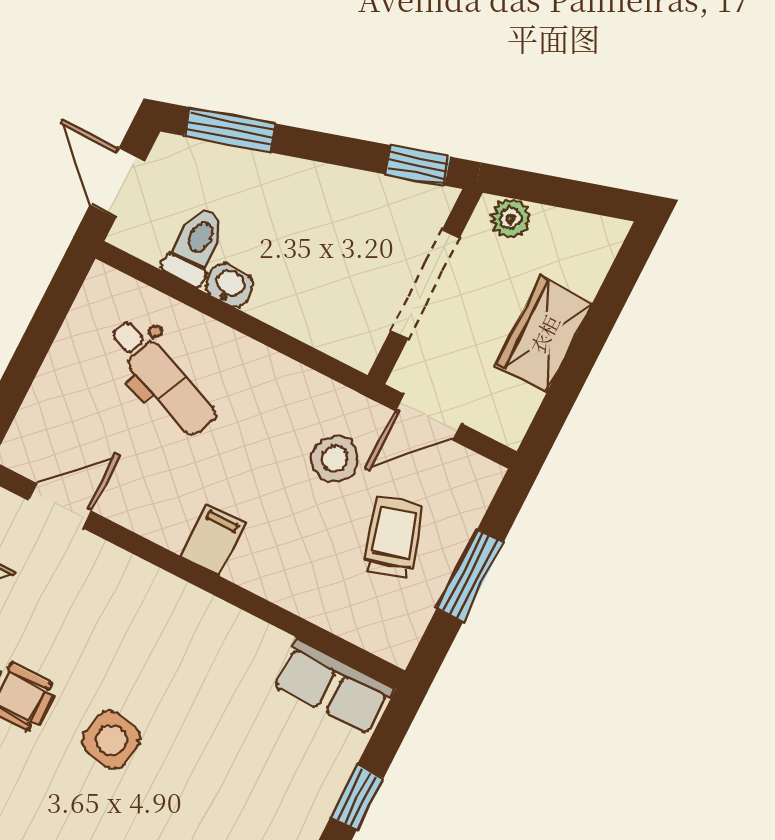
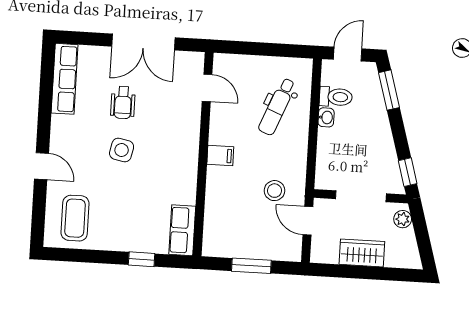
trolley: (393, 538) -> (253, 228), removed

